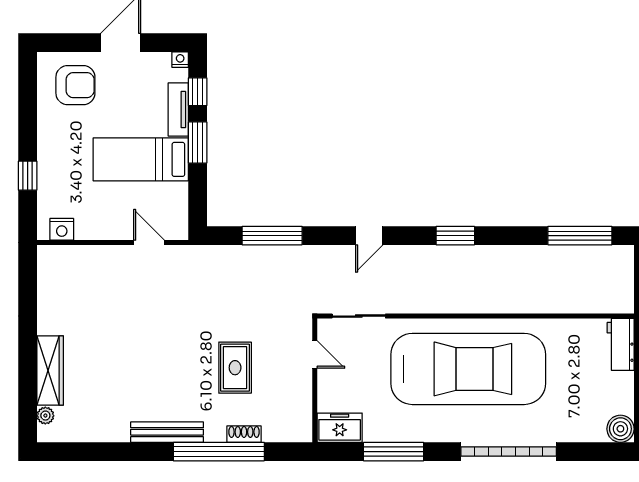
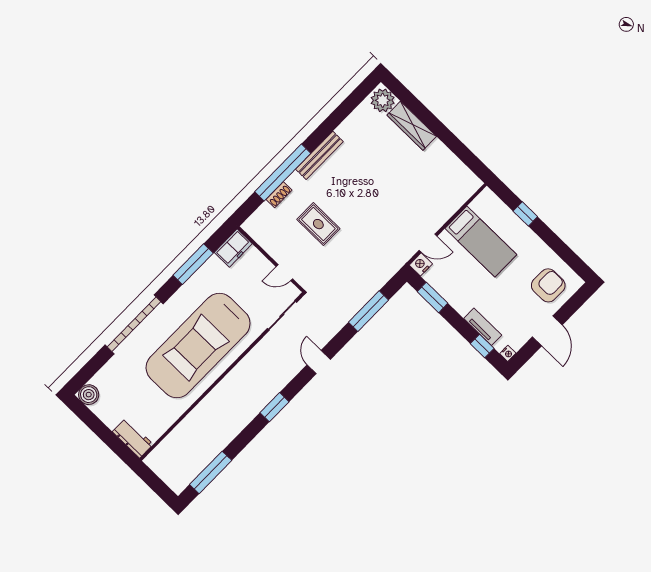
armchair: (75, 85) -> (548, 285), turned 180
window: (198, 143) -> (433, 297), moved
bed: (141, 159) -> (481, 242), moved, turned 90
nightstand: (62, 229) -> (421, 264), moved
plant: (45, 416) -> (383, 100), width x1.88, depth x1.88

